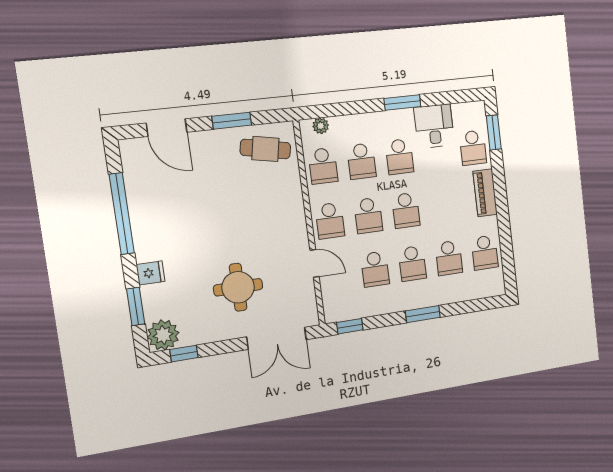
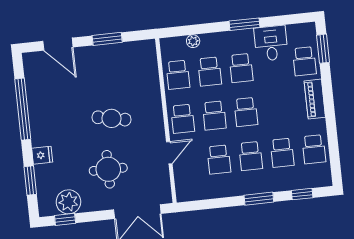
plant: (321, 126) -> (193, 41), moved
cafe table: (265, 149) -> (111, 118), moved
door: (314, 263) -> (169, 153), hinge flipped
window: (350, 326) -> (302, 194), moved
plant: (163, 335) -> (68, 202), moved

